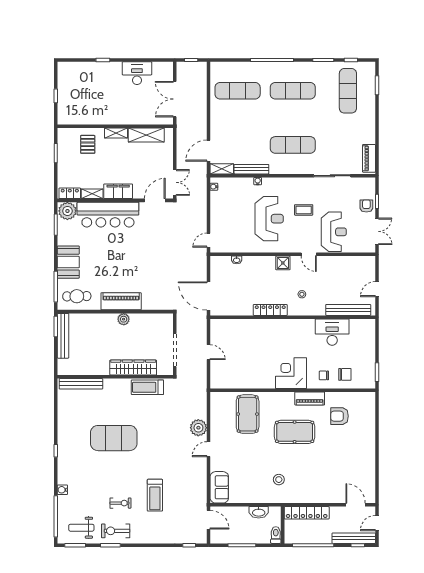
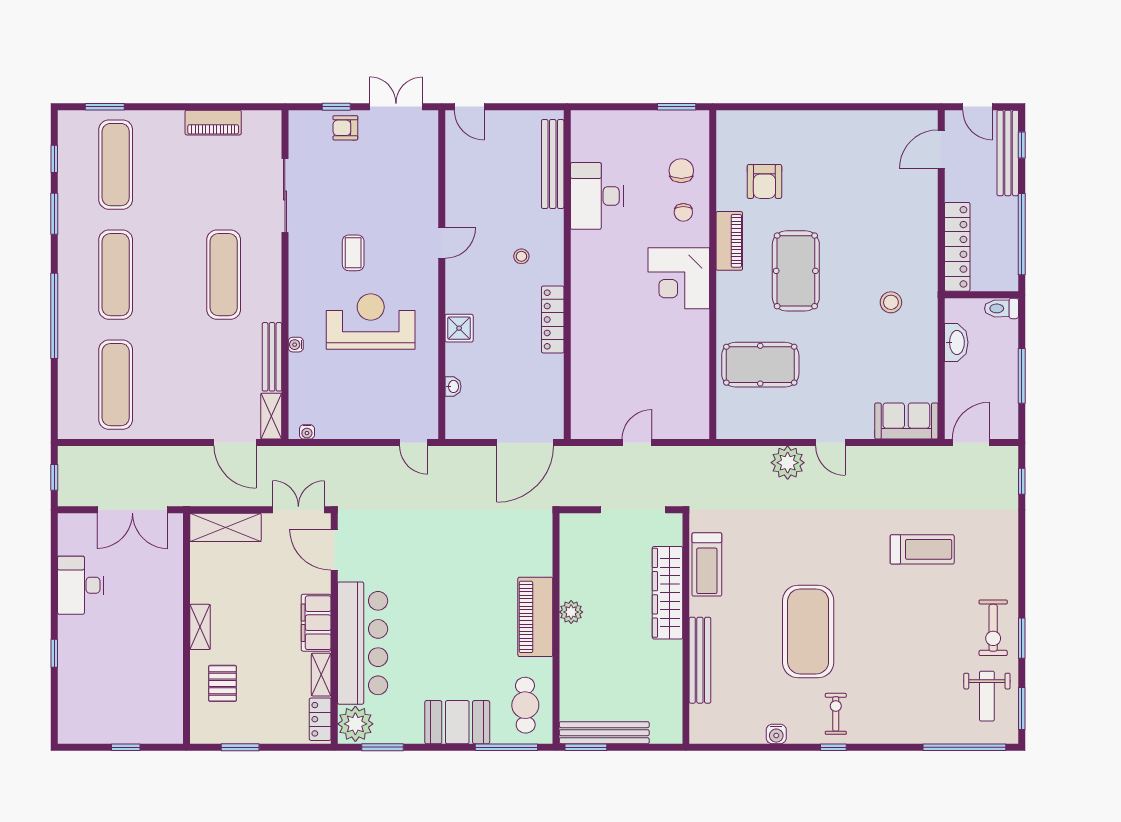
exercise mat: (348, 91) -> (116, 165), turned 90
shelving: (146, 135) -> (225, 527), moved, turned 90
pallet: (88, 144) -> (222, 683), turned 90
piano: (369, 158) -> (213, 123), moved
reception desk: (334, 232) -> (397, 193), removed
shower: (283, 263) -> (459, 328), moved
door: (377, 289) -> (469, 107), moved
bench: (81, 384) -> (700, 660), moved
water cooler: (62, 490) -> (776, 734), moved
exercise bike: (121, 503) -> (836, 714), moved

